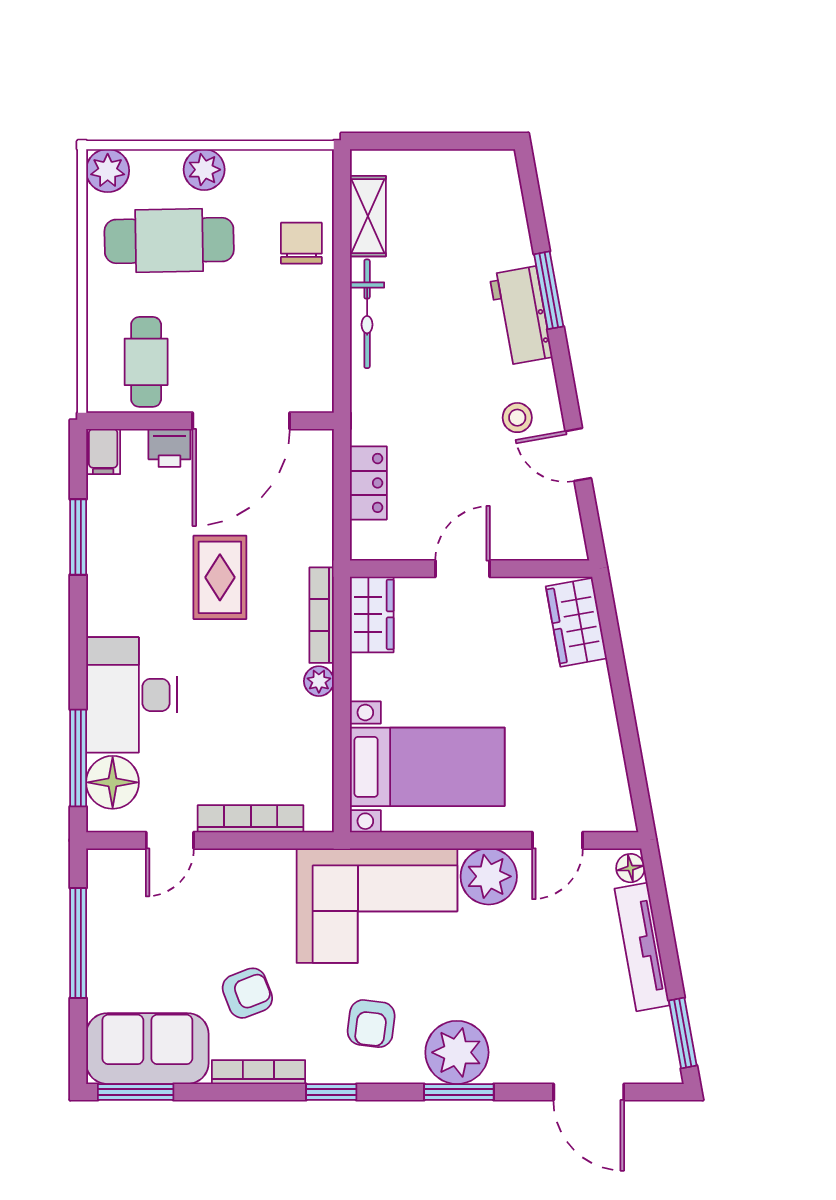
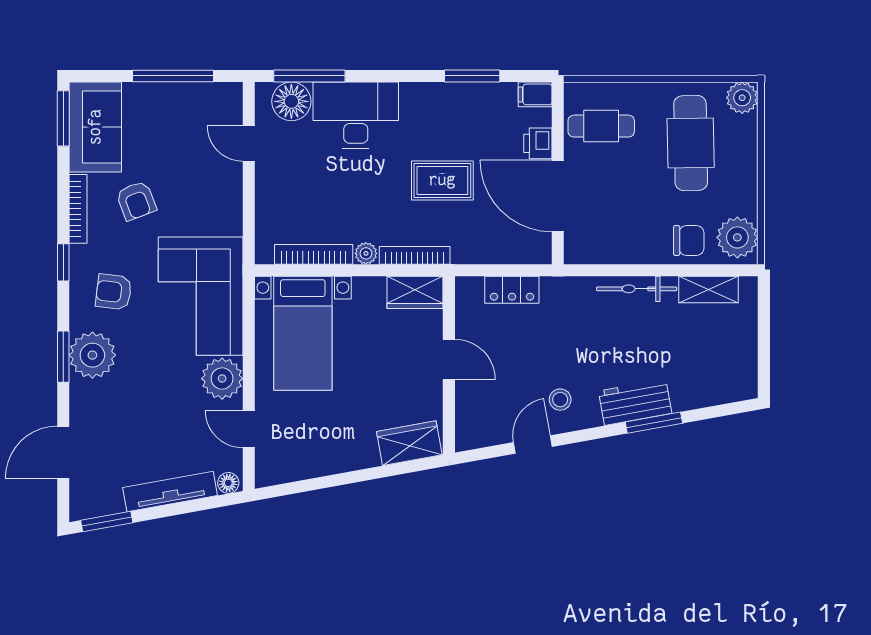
plant: (204, 170) -> (737, 237), moved, width x1.36, depth x1.36
bookcase: (251, 819) -> (314, 254), moved, turned -90

